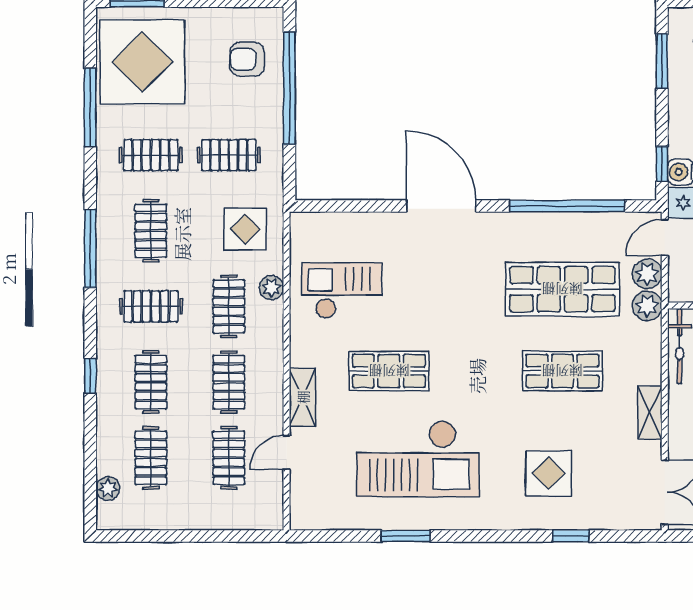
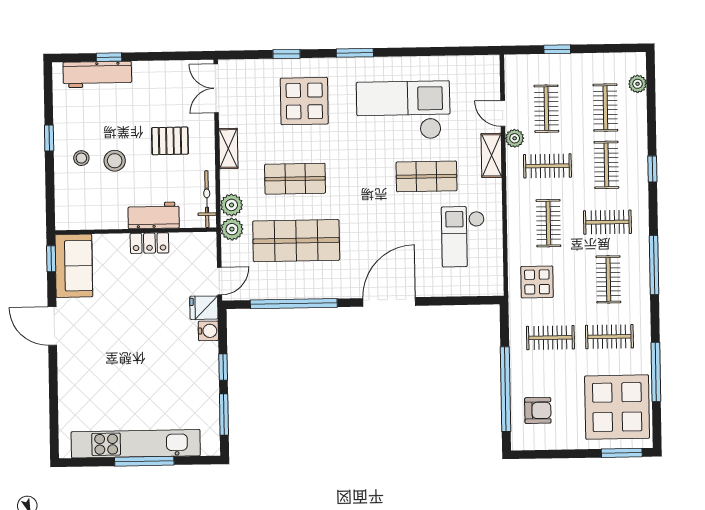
window: (662, 164) -> (223, 367), moved
door: (441, 206) -> (389, 302), swing flipped
plant: (647, 274) -> (231, 205), moved
plant: (272, 288) -> (515, 138), moved
checkout: (342, 291) -> (463, 237), turned 90
clothes rail: (229, 382) -> (547, 166), turned 90
door: (287, 453) -> (503, 113), swing flipped
display table: (549, 473) -> (304, 101), width x1.36, depth x1.36
window: (213, 536) -> (557, 49), added
window: (406, 536) -> (355, 53), moved

